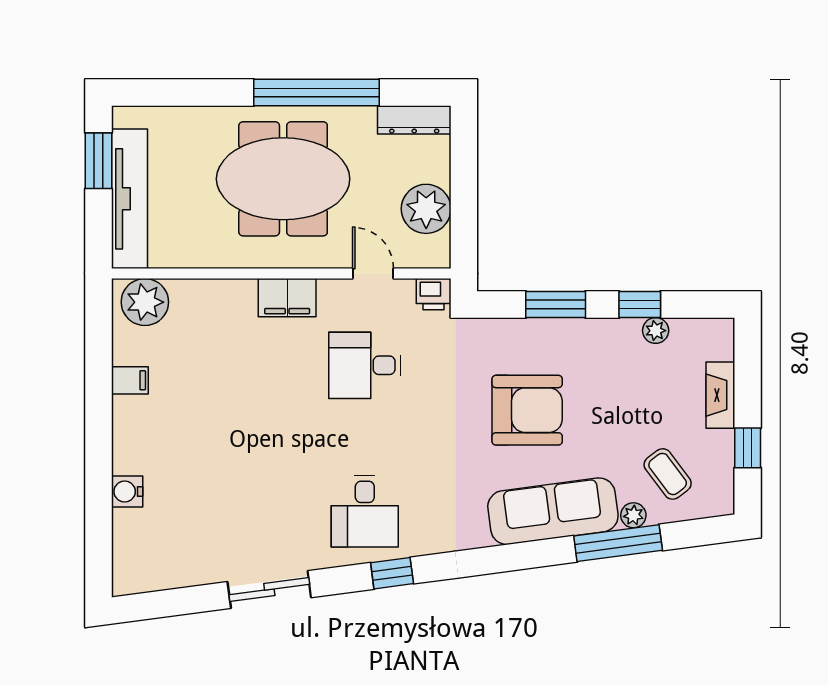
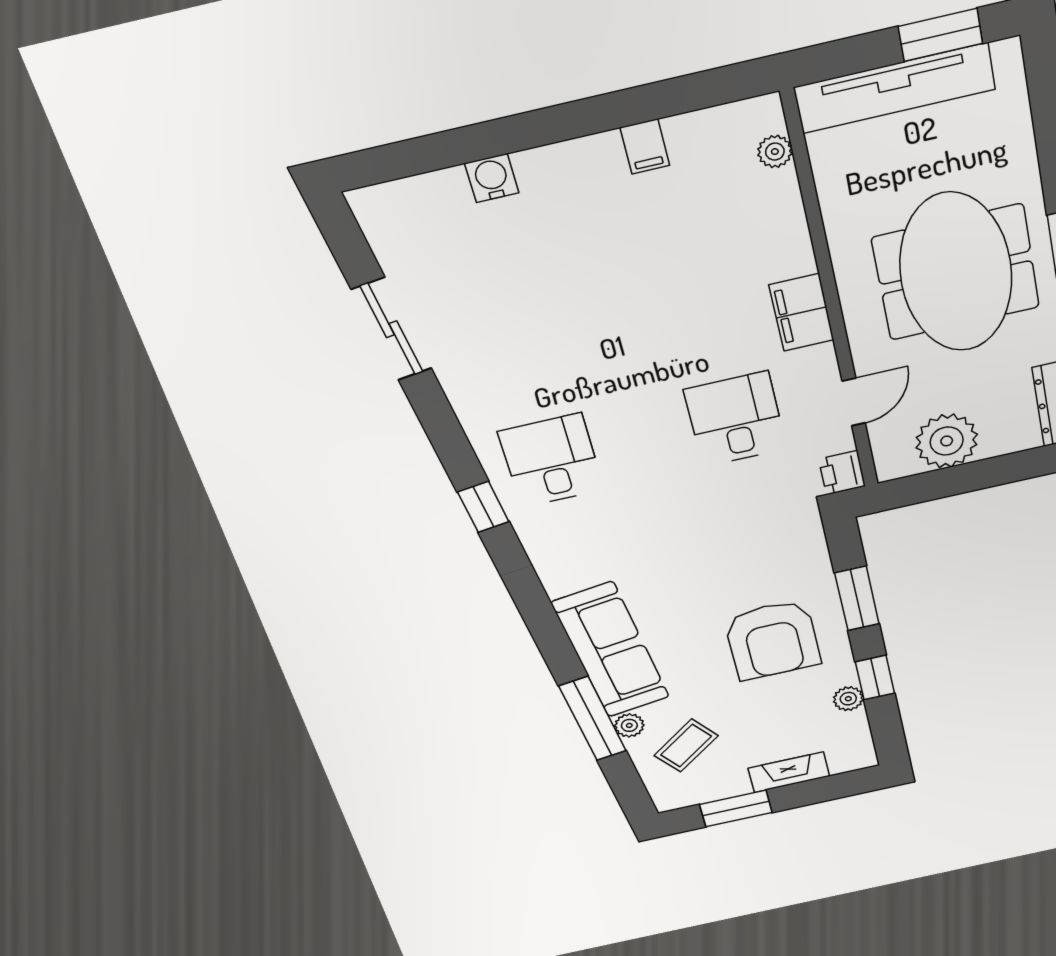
plant: (145, 302) -> (775, 152), width x0.53, depth x0.53
armchair: (527, 410) -> (773, 640), moved
window: (748, 448) -> (736, 808), width x1.50
desk: (365, 511) -> (551, 461), turned 90
sliding door: (269, 590) -> (392, 329), moved

